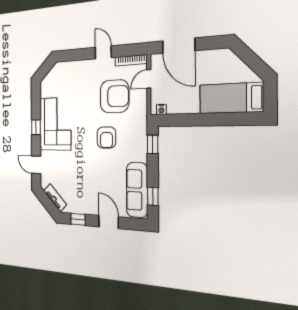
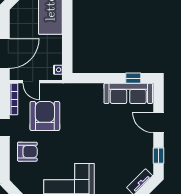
armchair: (106, 138) -> (27, 152), moved
window: (153, 144) -> (88, 78), removed
door: (109, 222) -> (159, 123), hinge flipped

